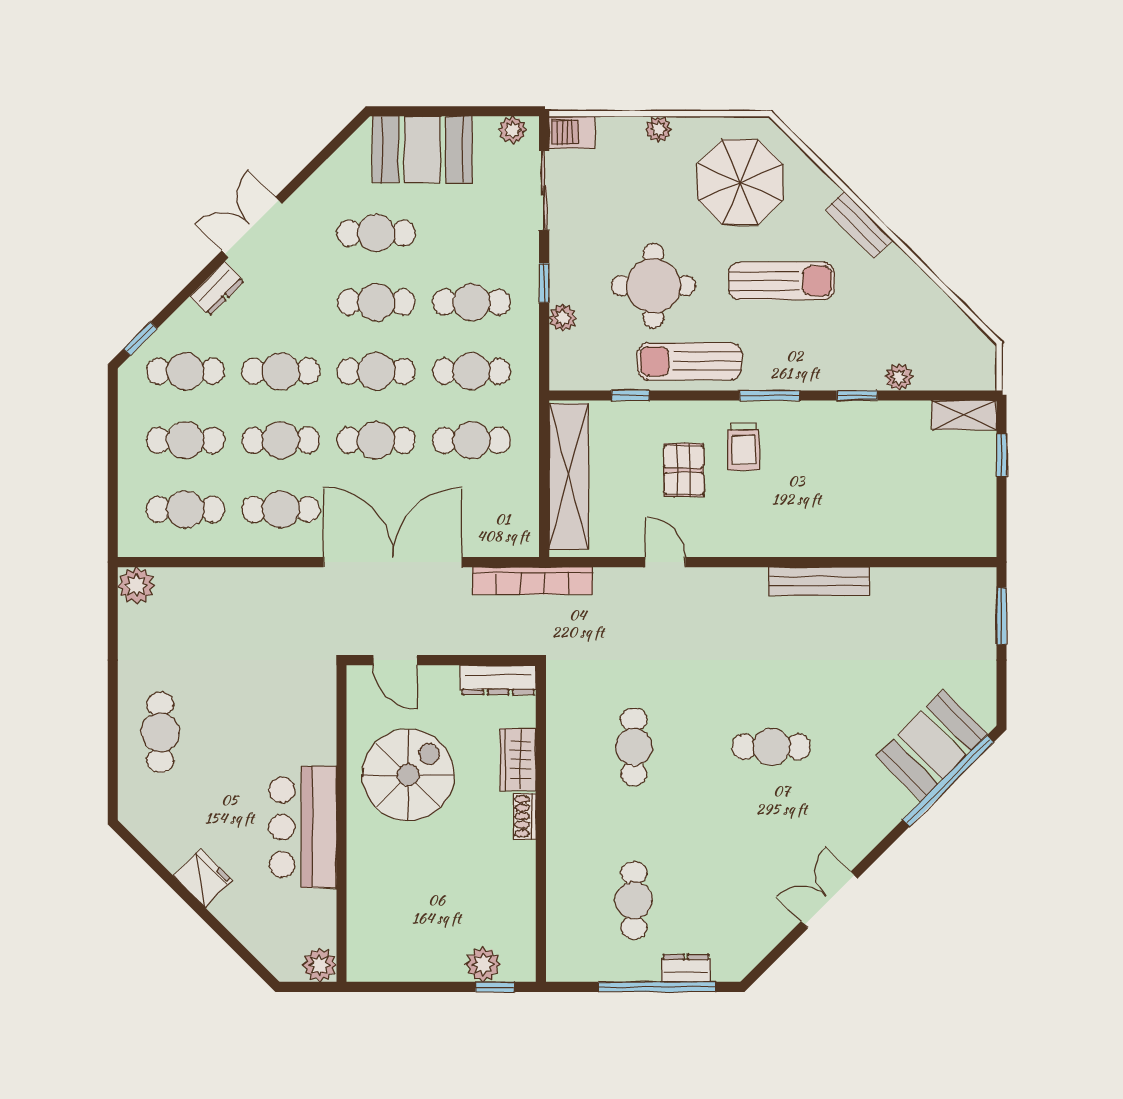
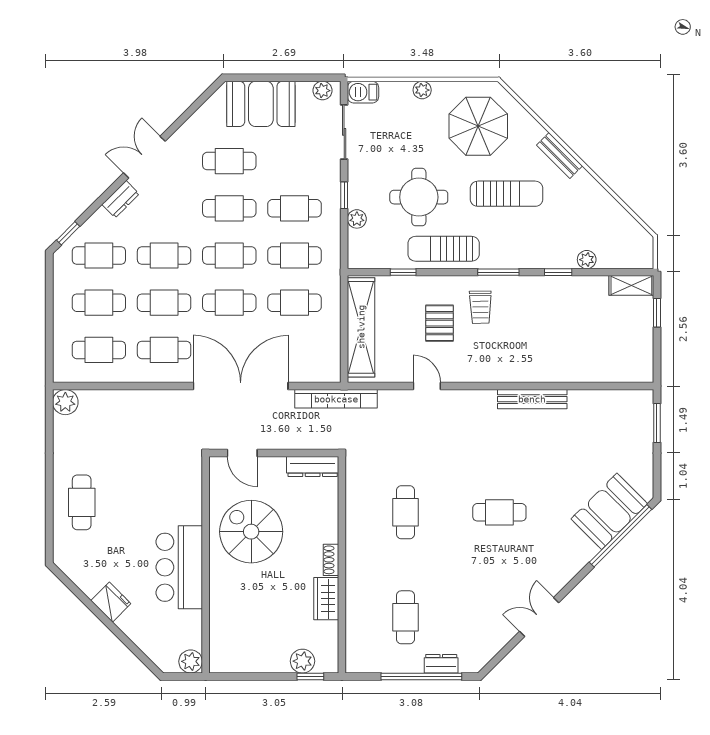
wardrobe: (518, 760) -> (326, 599), moved
spiral stairs: (408, 775) -> (251, 532), turned -90

